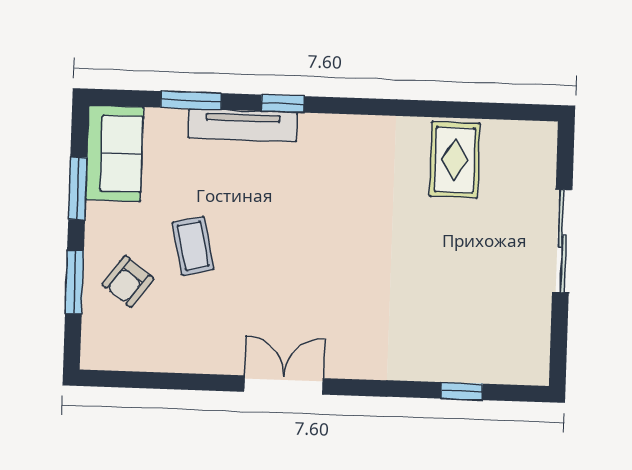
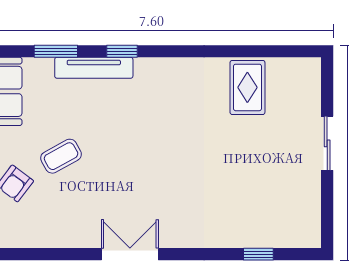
sliding door: (562, 241) -> (327, 143), width x0.73
coffee table: (193, 246) -> (61, 156), turned 74

